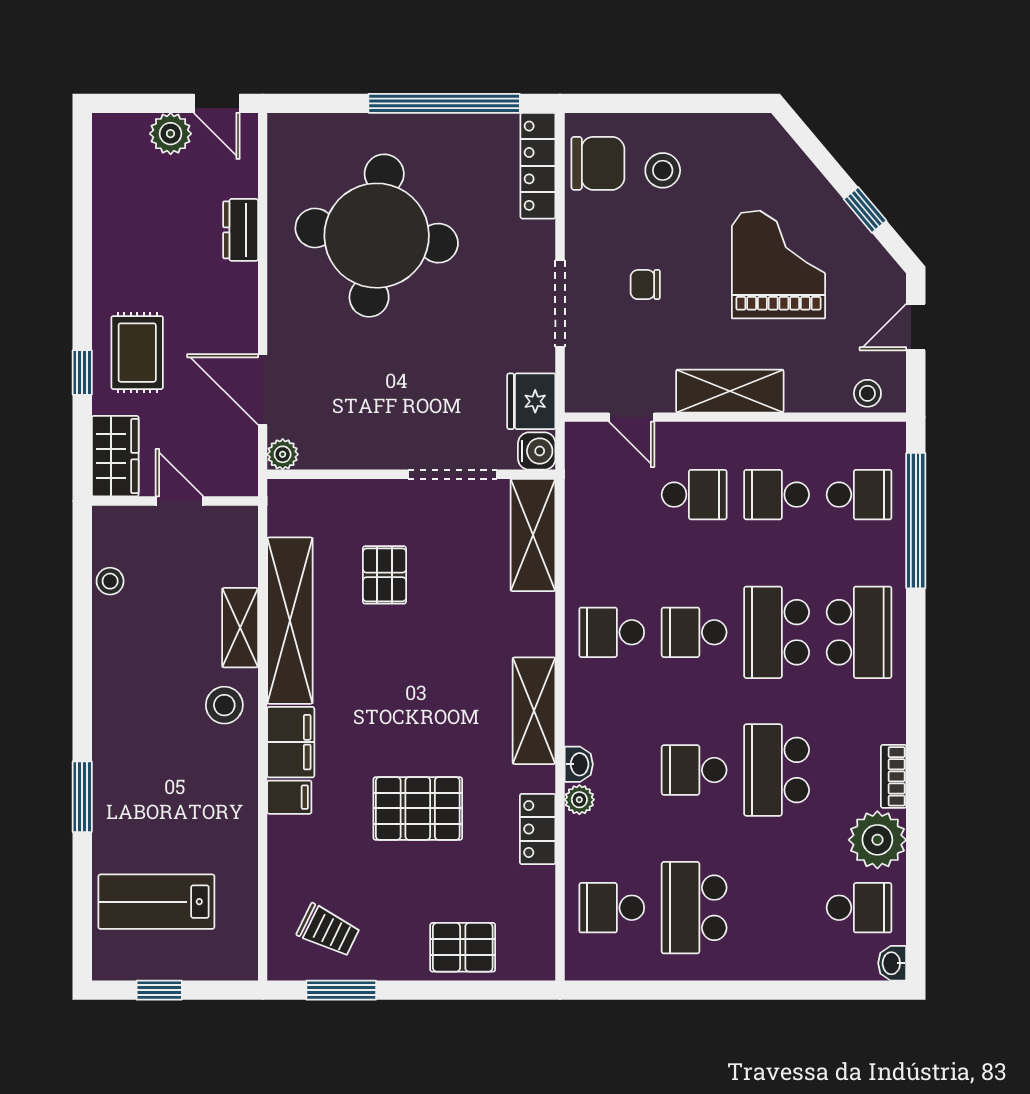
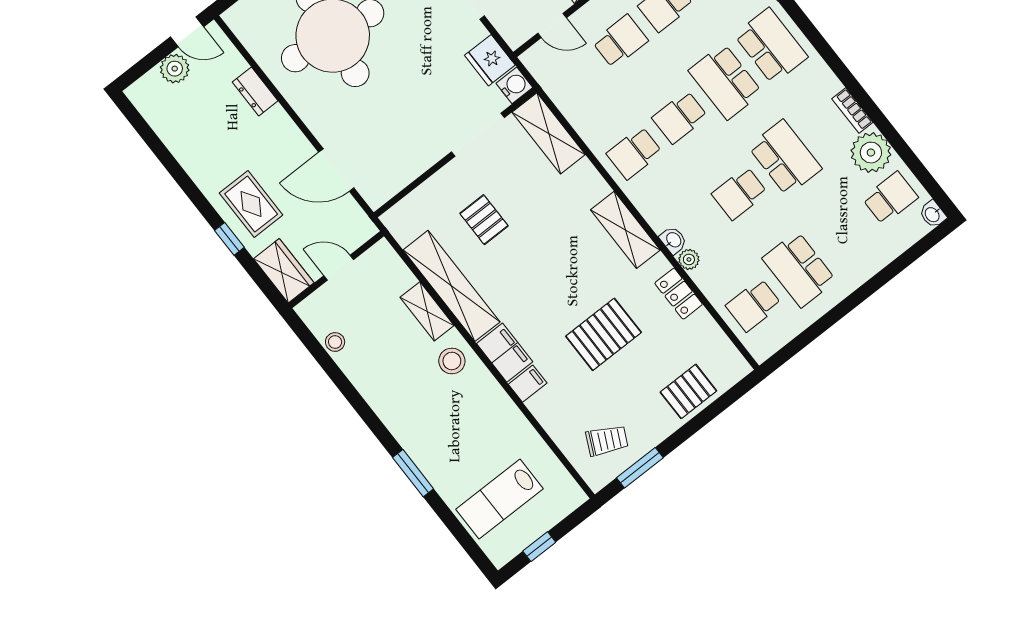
plant: (283, 454) -> (375, 197), removed
school desk: (777, 770) -> (785, 158), turned 180

